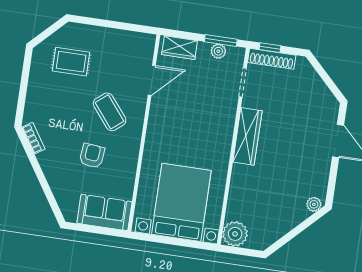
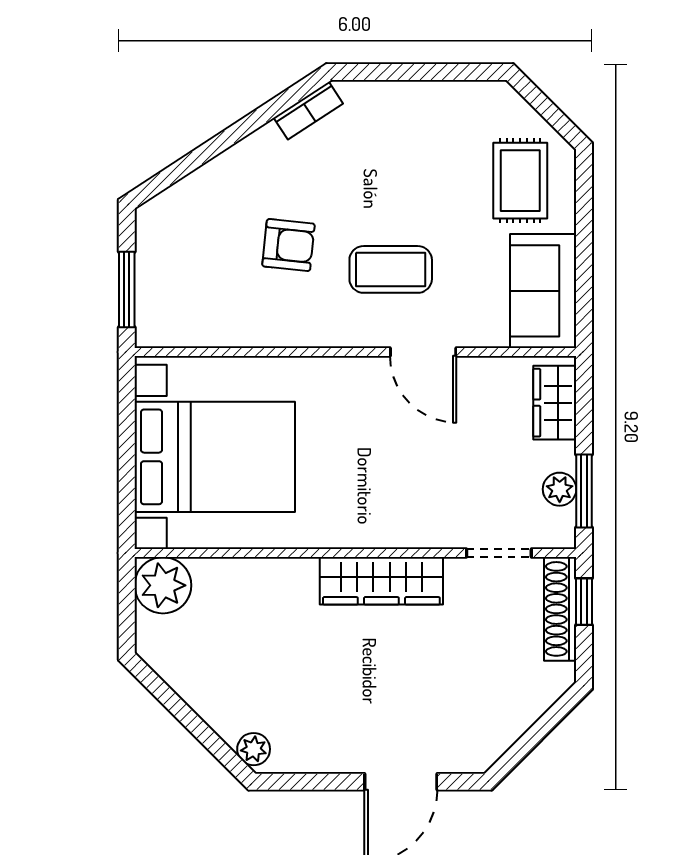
rug: (71, 62) -> (520, 181), moved
door: (152, 80) -> (423, 352), moved
coffee table: (110, 112) -> (391, 269), turned 39
sofa: (104, 212) -> (543, 291), moved, turned 180
window: (101, 231) -> (127, 289), added

